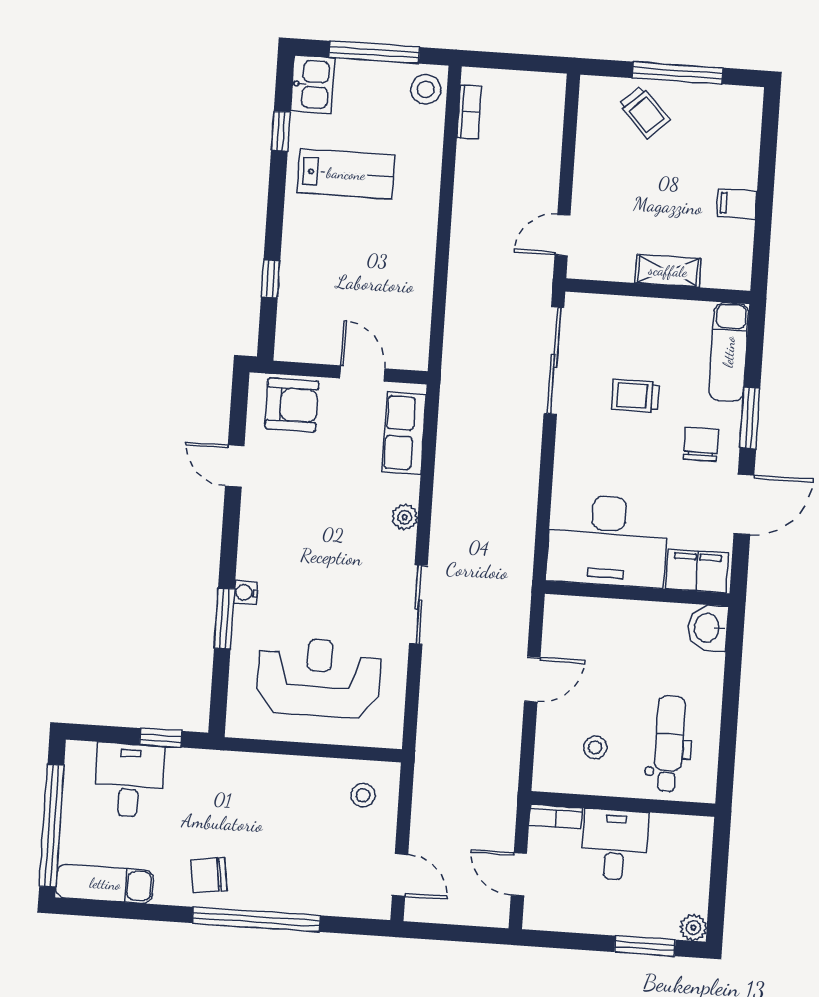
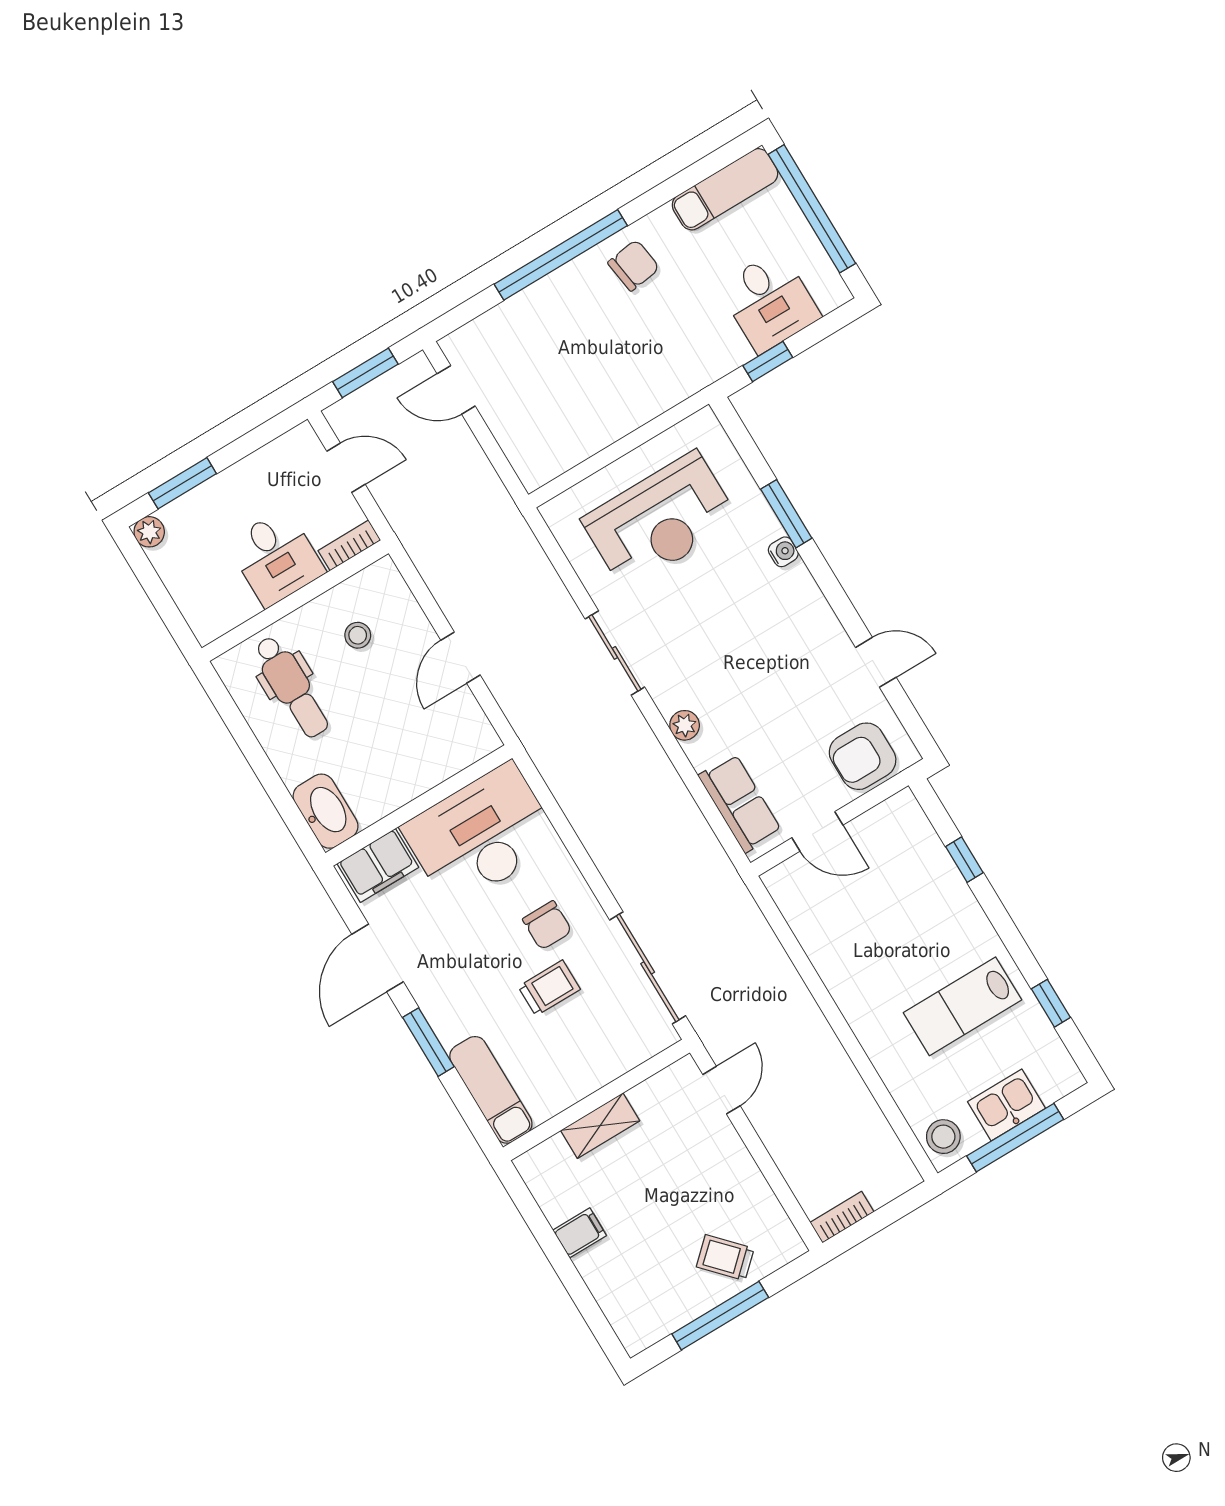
kitchen sink: (312, 84) -> (1006, 1105), moved, turned 90
bookcase: (469, 112) -> (842, 1217), moved, turned 90
chair: (701, 444) -> (547, 925), moved
washbasin: (708, 628) -> (326, 811), width x1.38
stool: (363, 795) -> (542, 440), removed
window: (457, 933) -> (365, 373), added

